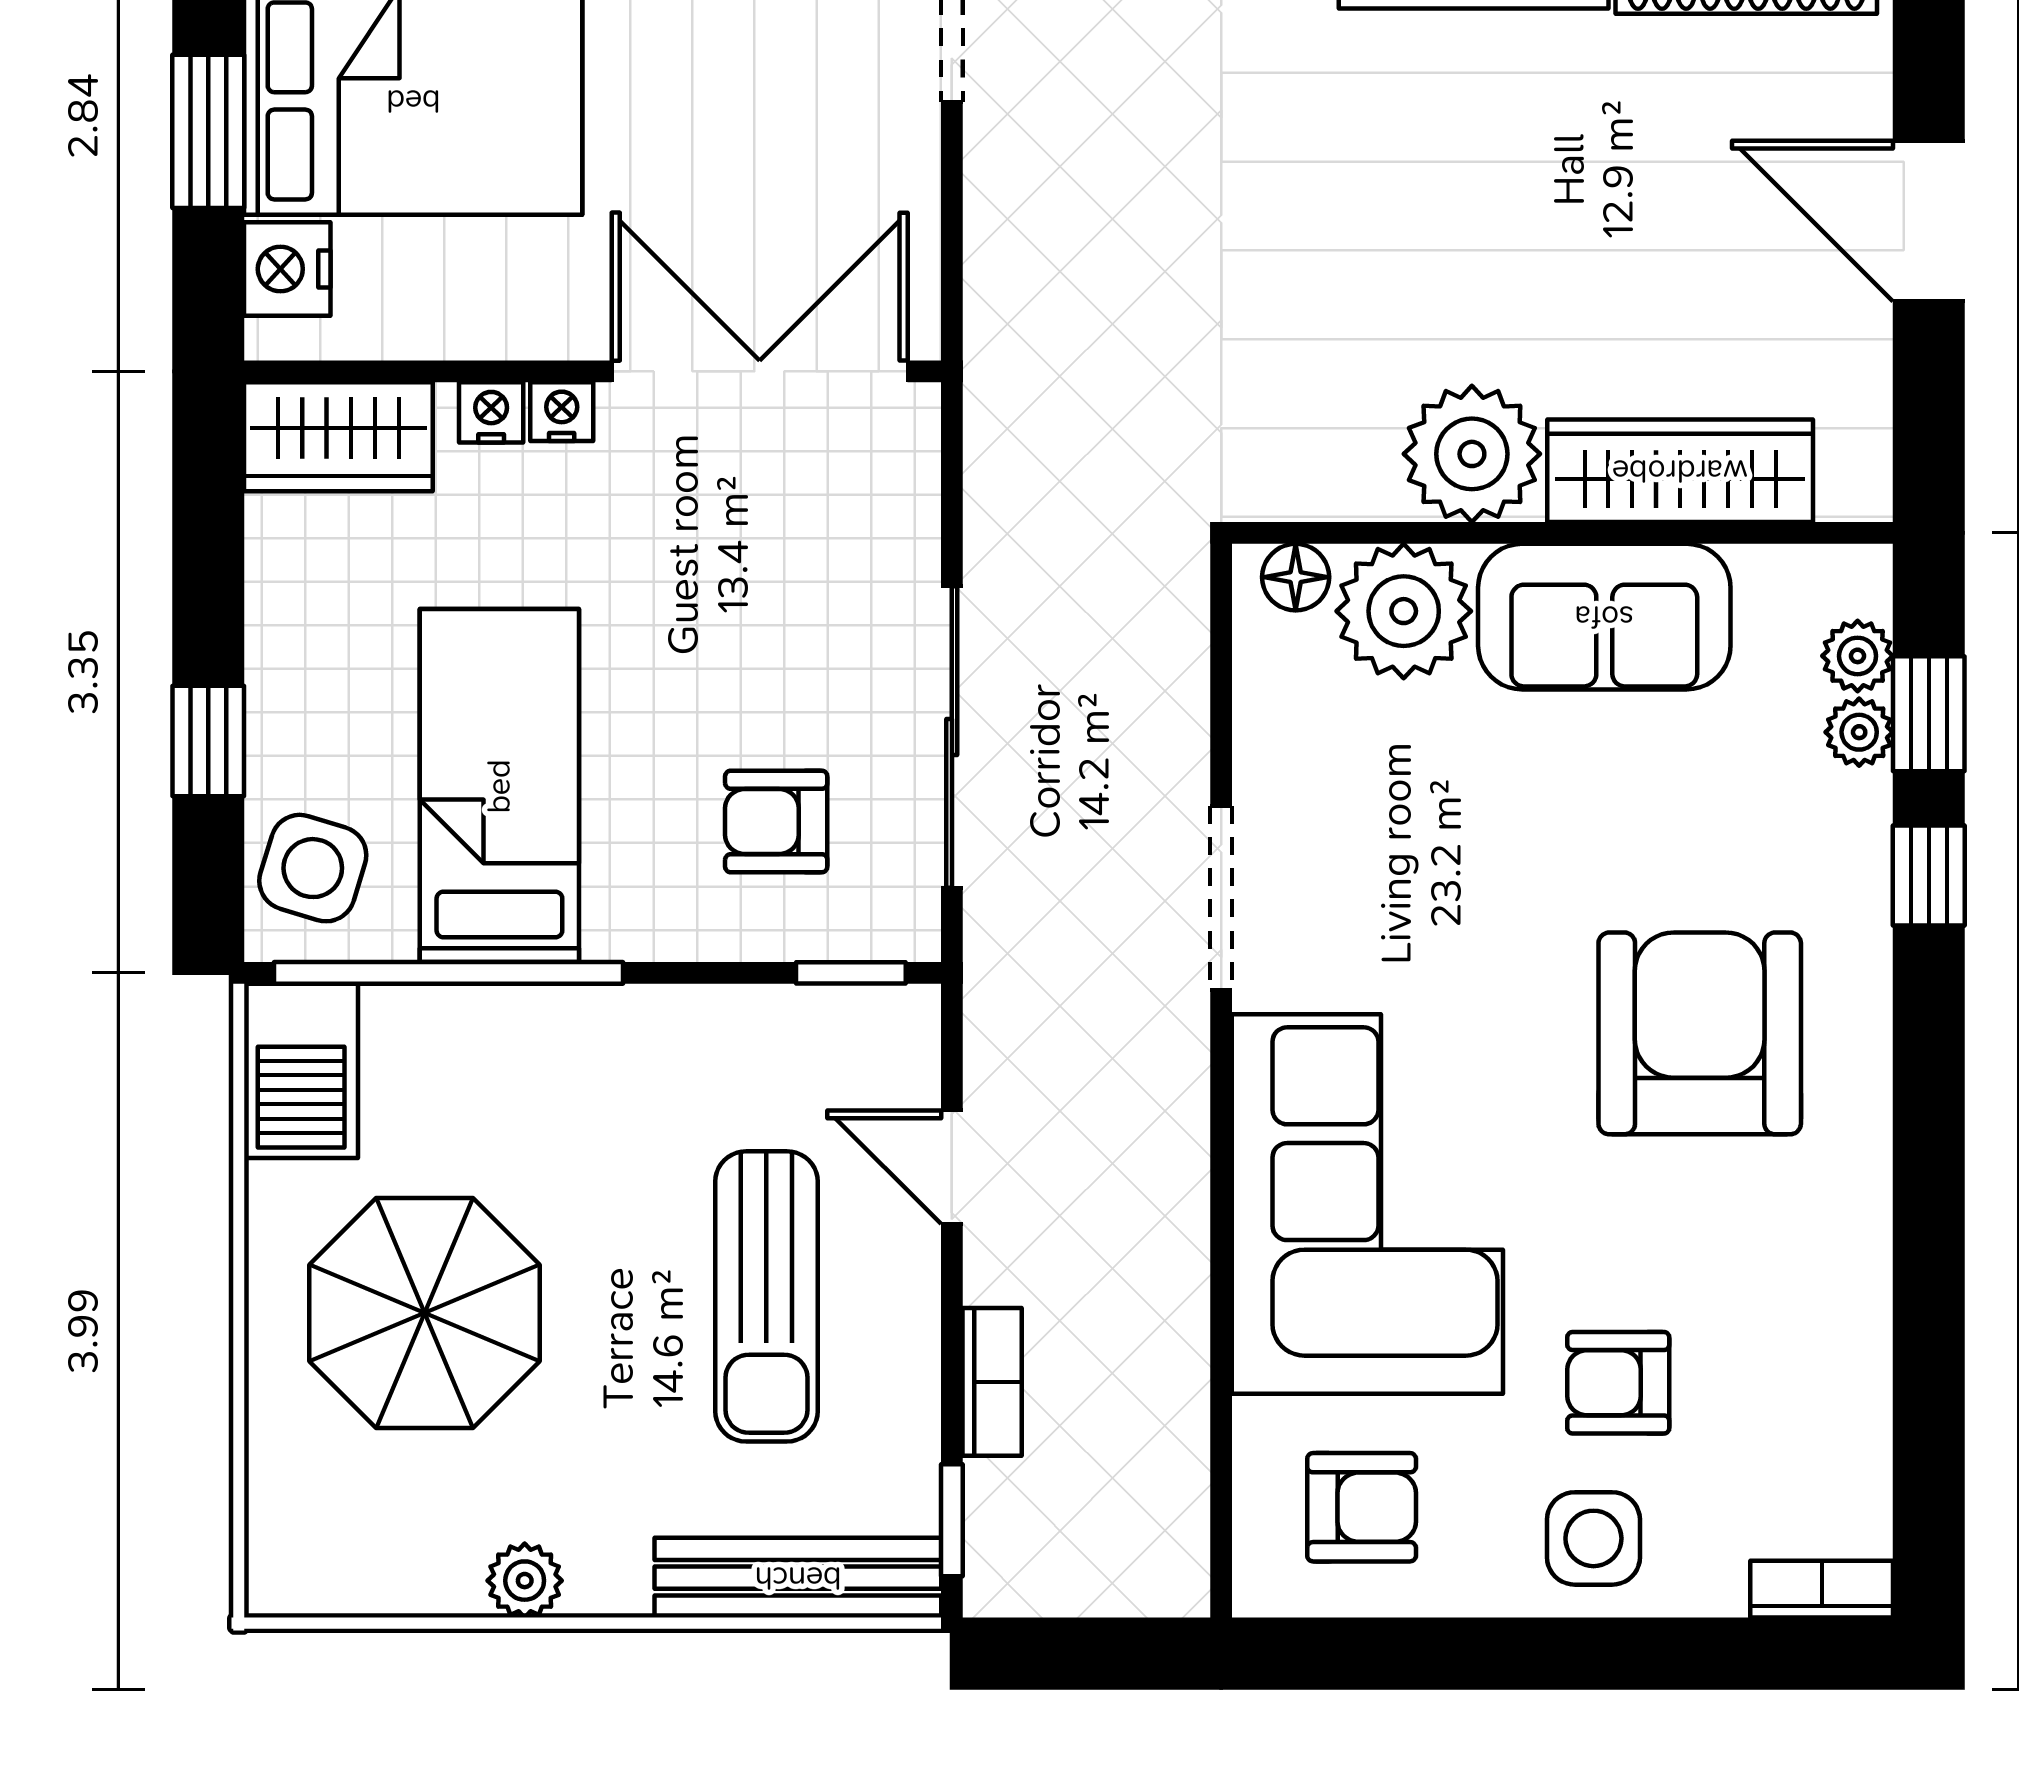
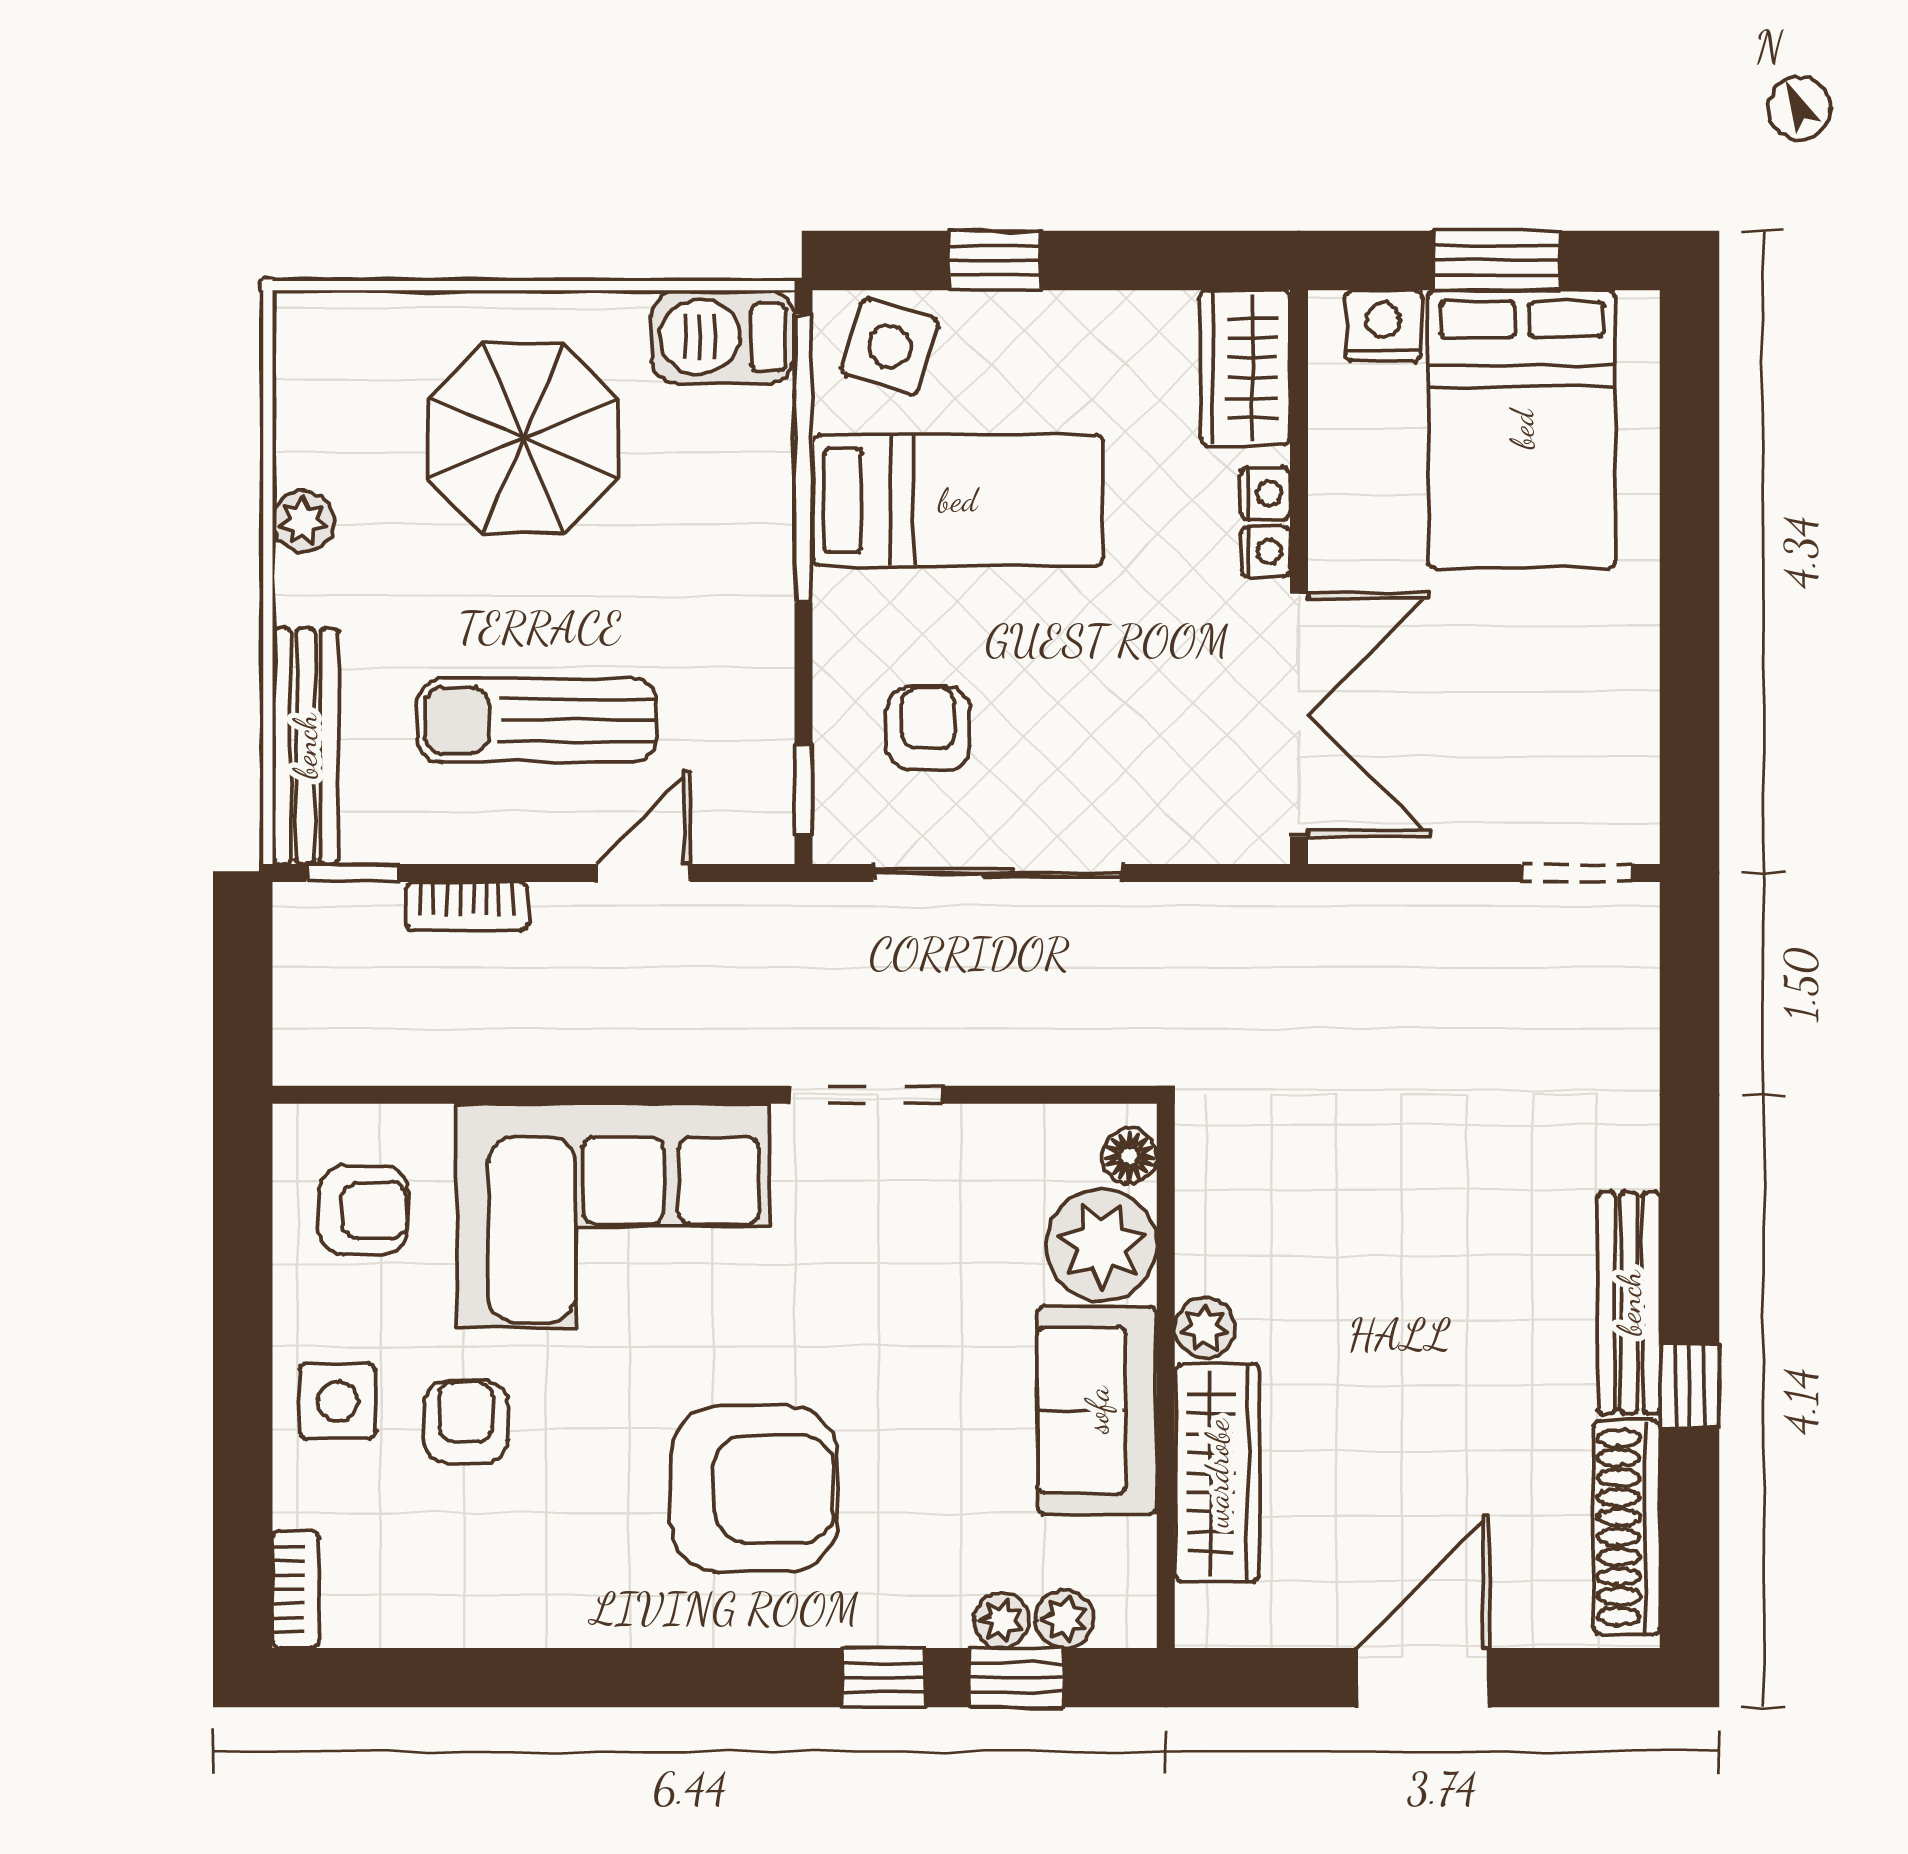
plant: (1472, 454) -> (1205, 1328), width x0.53, depth x0.53
armchair: (1362, 1507) -> (363, 1210), turned -90

